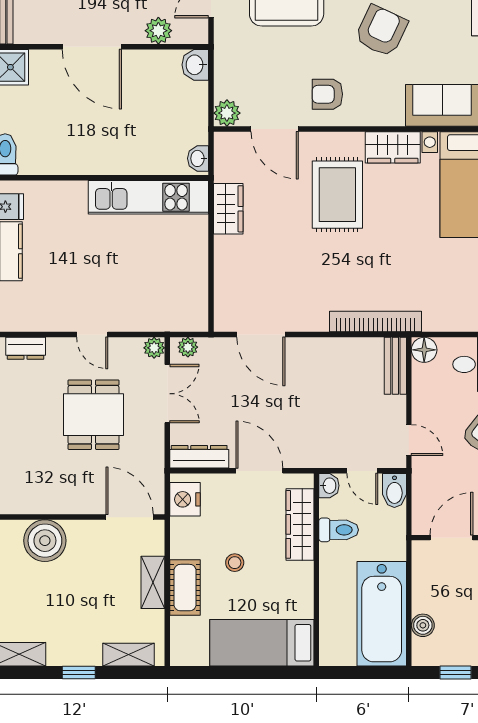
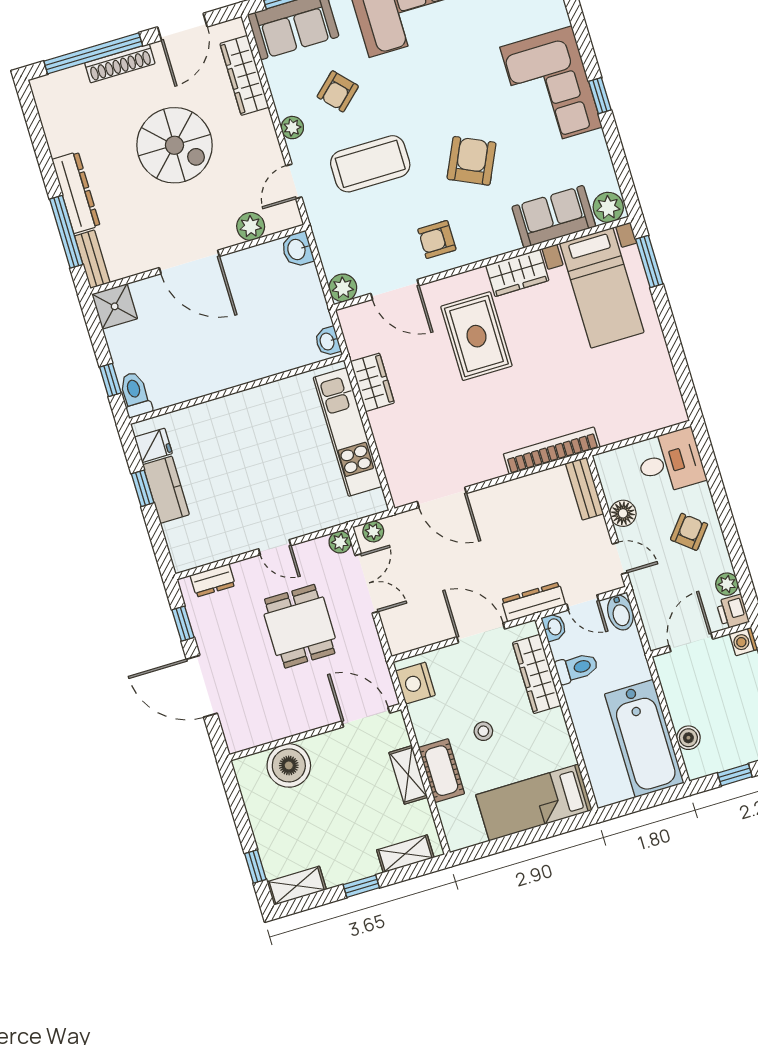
kitchen unit: (148, 197) -> (348, 432), moved, turned 90
floor lamp: (424, 350) -> (623, 513), moved
dresser: (199, 457) -> (533, 602), moved

